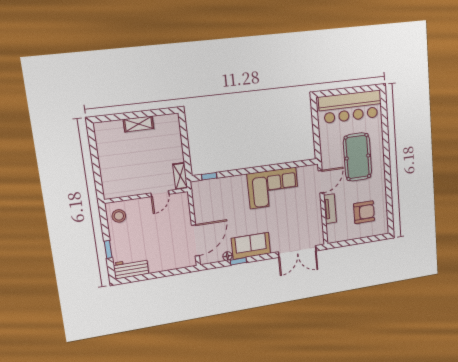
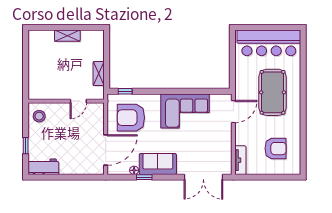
shelving: (180, 176) -> (99, 74), moved
armchair: (218, 203) -> (131, 118), added
tv unit: (330, 209) -> (240, 160), moved

